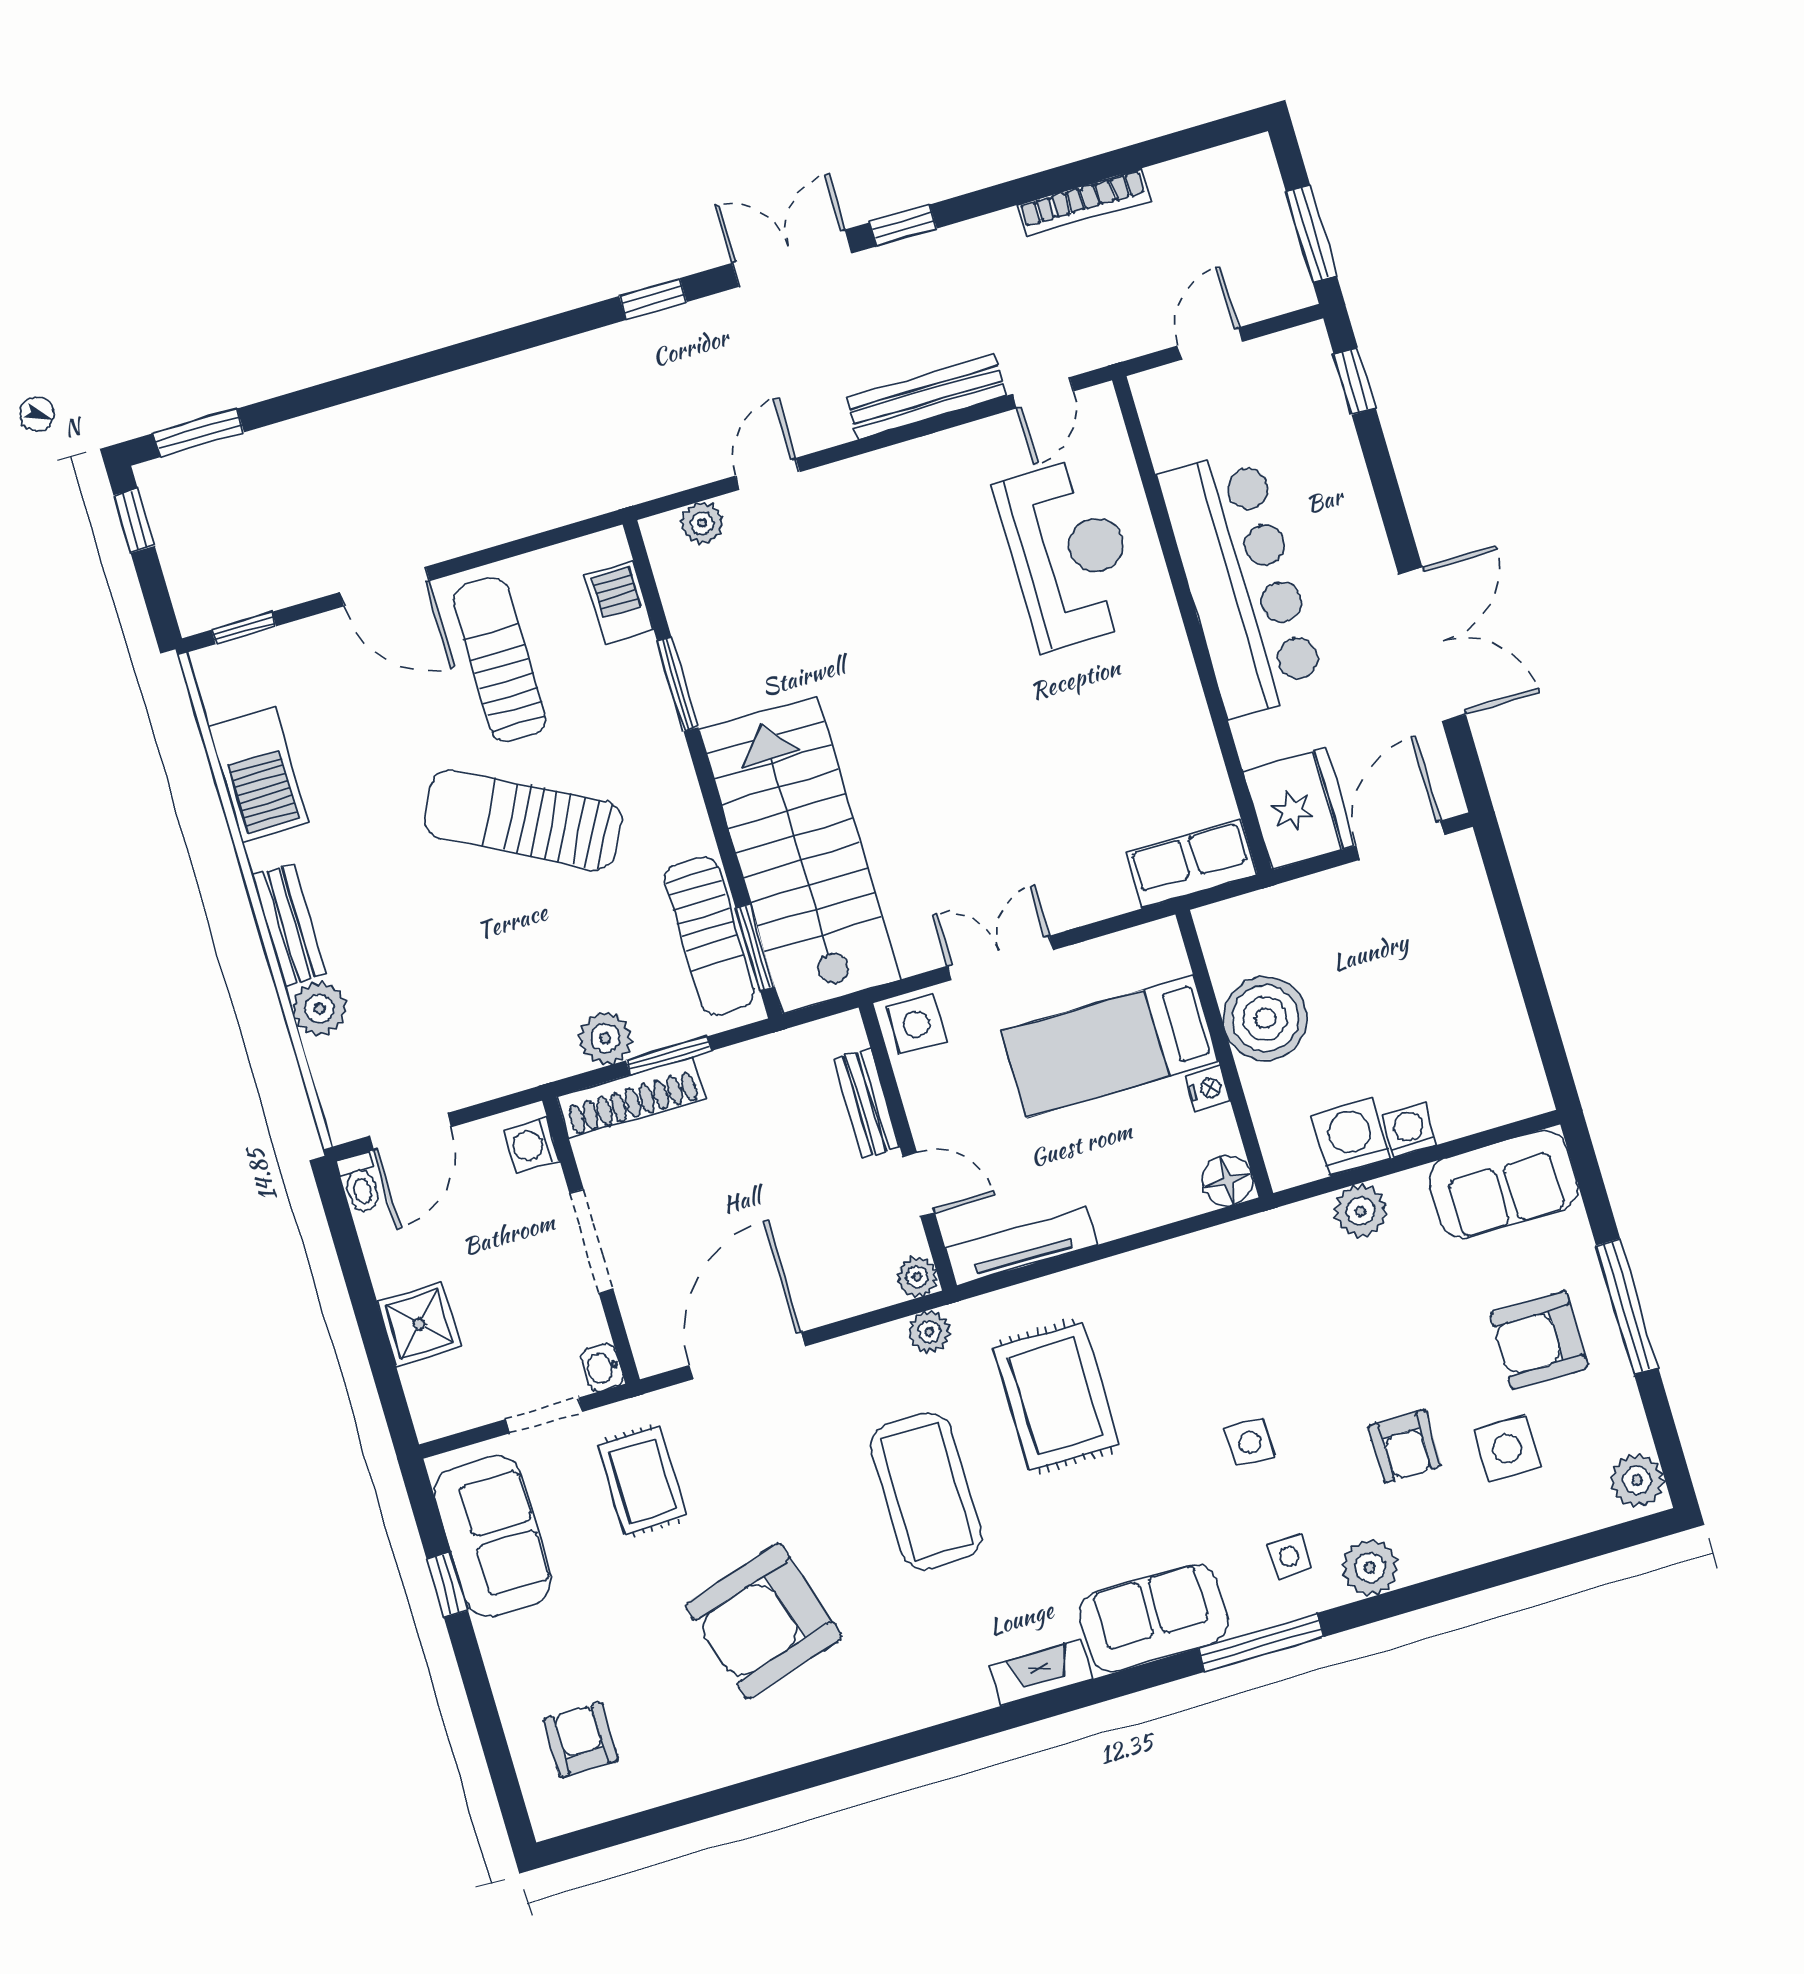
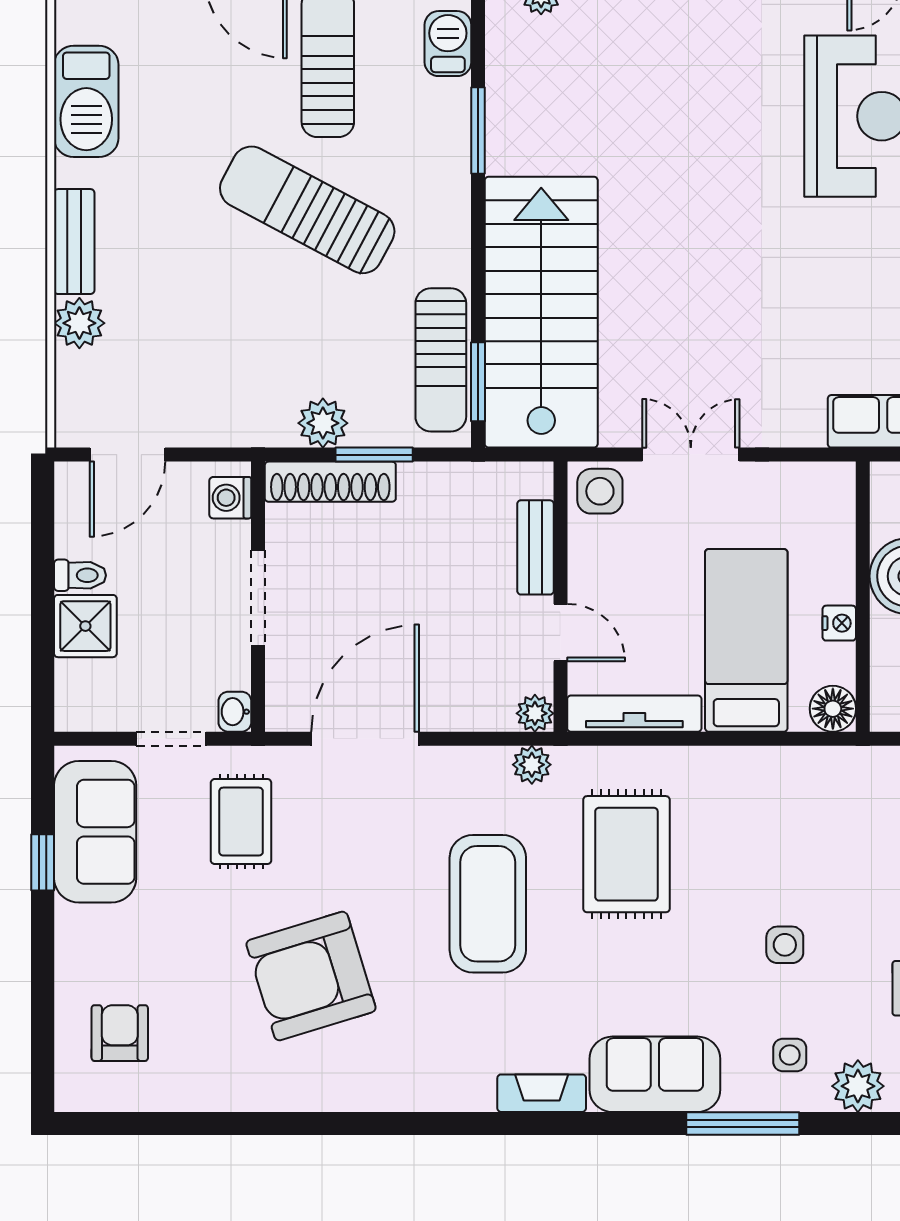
bed: (1110, 1046) -> (746, 640), moved, turned 90
toilet: (360, 1184) -> (80, 575), moved, turned -90

